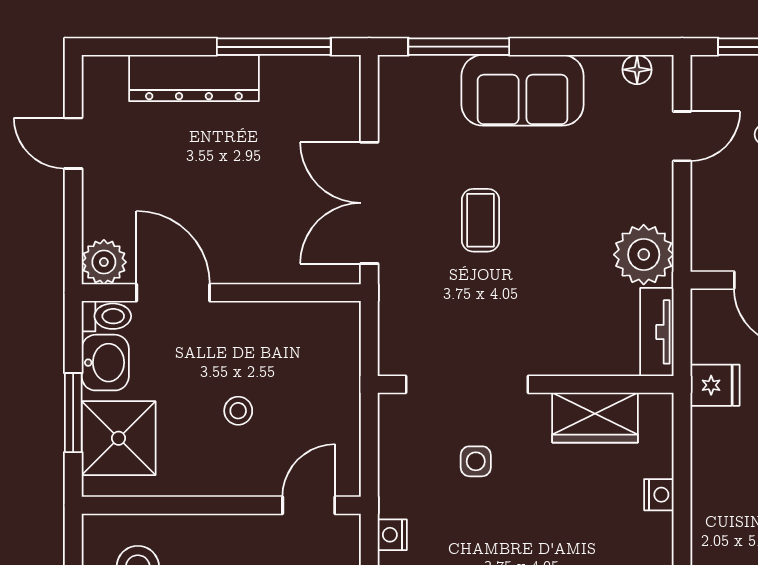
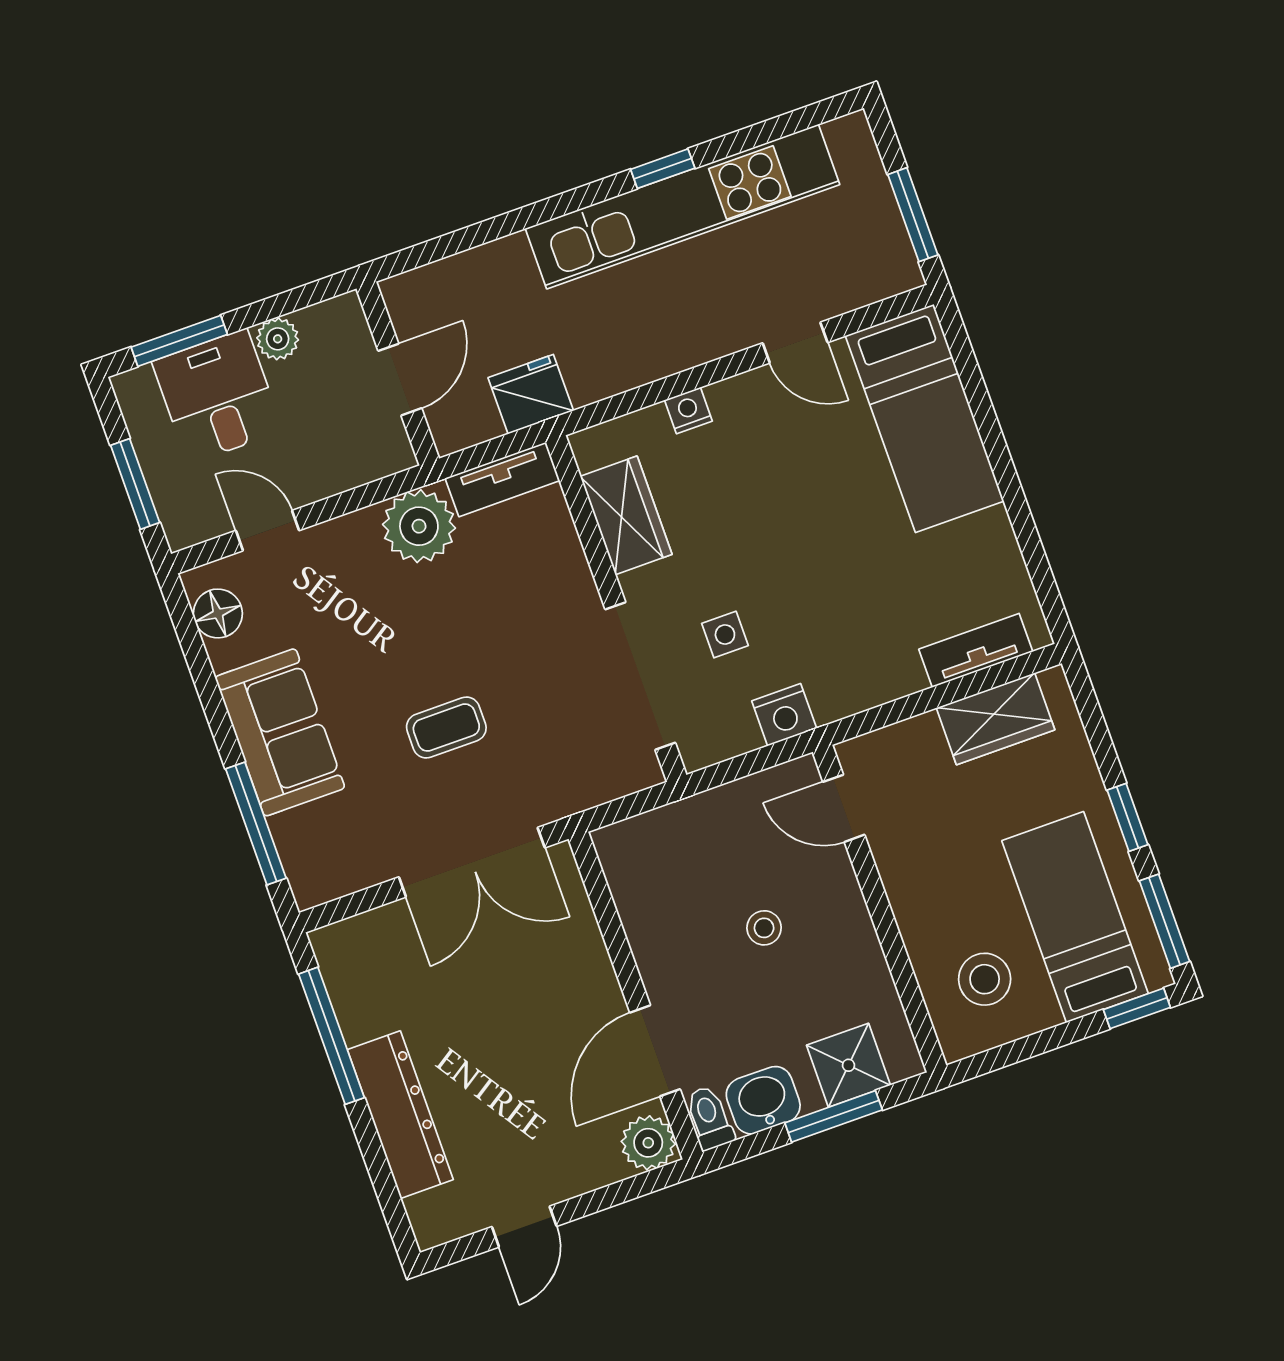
floor lamp: (637, 70) -> (218, 613), width x1.37, depth x1.37
fridge: (715, 385) -> (531, 394), width x1.38
shower: (119, 438) -> (848, 1065), width x0.73, depth x0.73
nightstand: (392, 535) -> (784, 715), moved, width x1.39, depth x1.35

